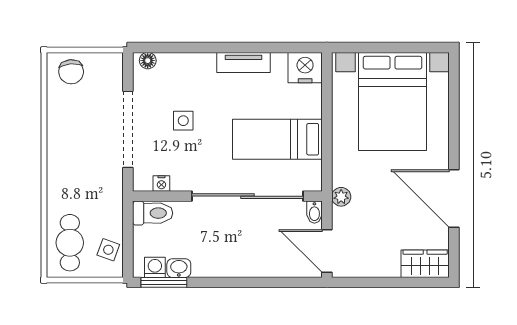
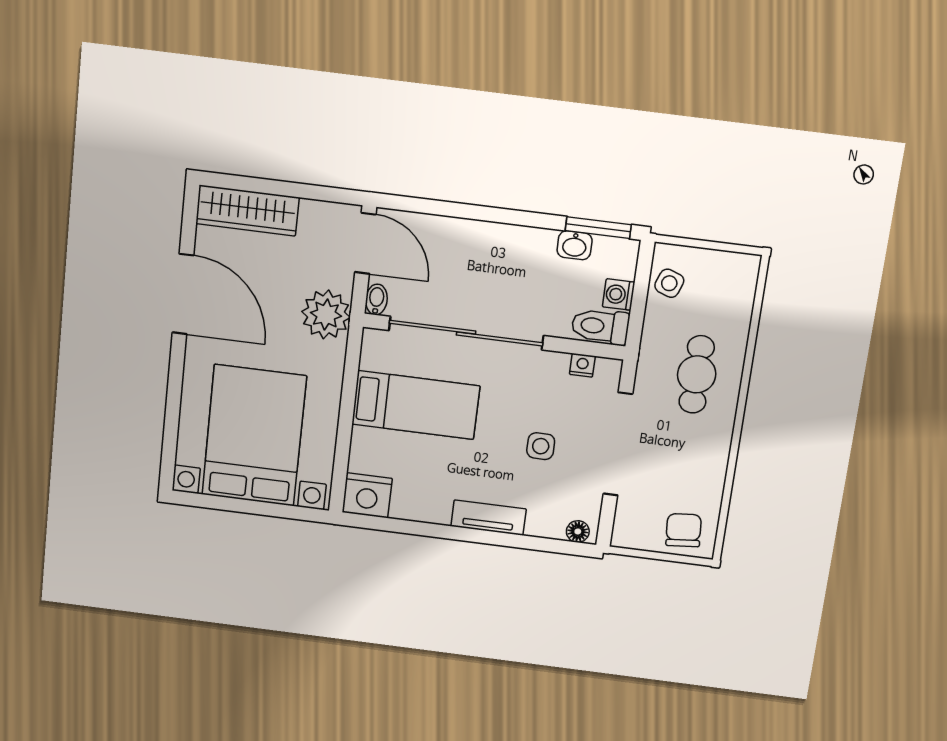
tv unit: (244, 62) -> (489, 518), moved
plant: (341, 197) -> (326, 314), width x1.88, depth x1.88
cafe table: (70, 243) -> (697, 374), moved
wardrobe: (425, 264) -> (247, 211), width x1.50
washing machine: (155, 267) -> (619, 295), moved, turned 90

